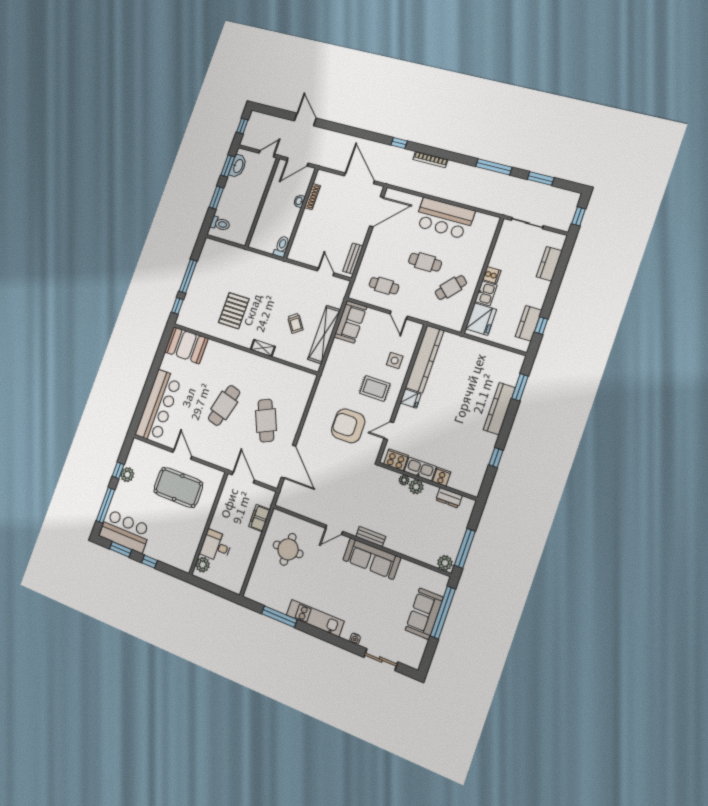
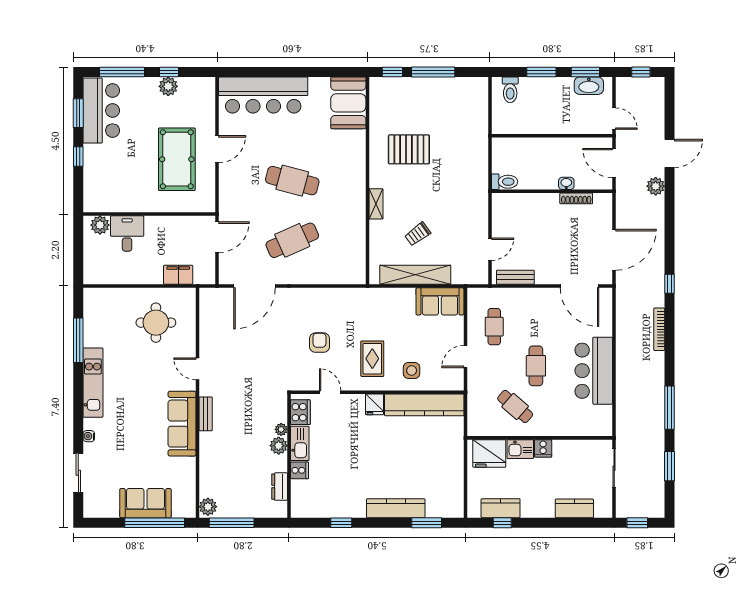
plant: (325, 136) -> (656, 186), added
armchair: (348, 426) -> (320, 343), width x0.53, depth x0.53

